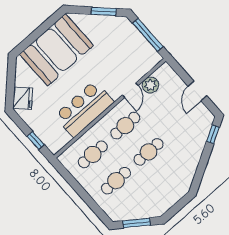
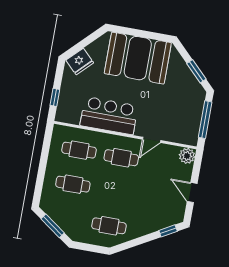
plant: (150, 85) -> (187, 156), moved
door: (197, 91) -> (192, 192), hinge flipped
cafe table: (149, 152) -> (109, 226), moved

